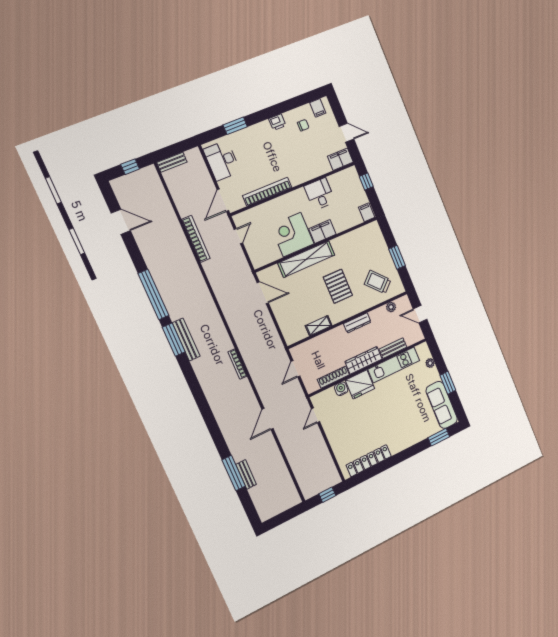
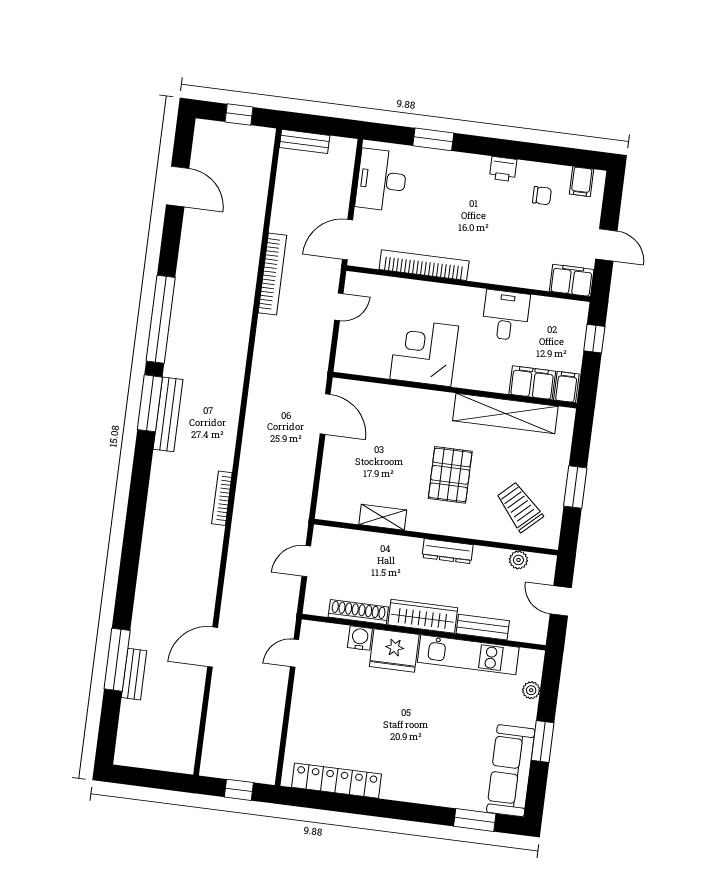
filing cabinet: (322, 231) -> (532, 383), moved
shelving: (306, 259) -> (505, 413), moved
door: (268, 419) -> (213, 647), moved

